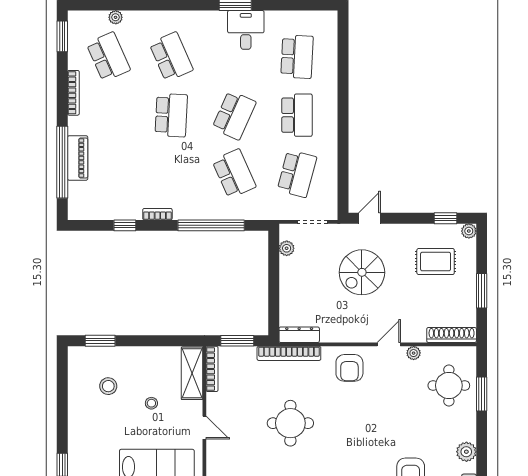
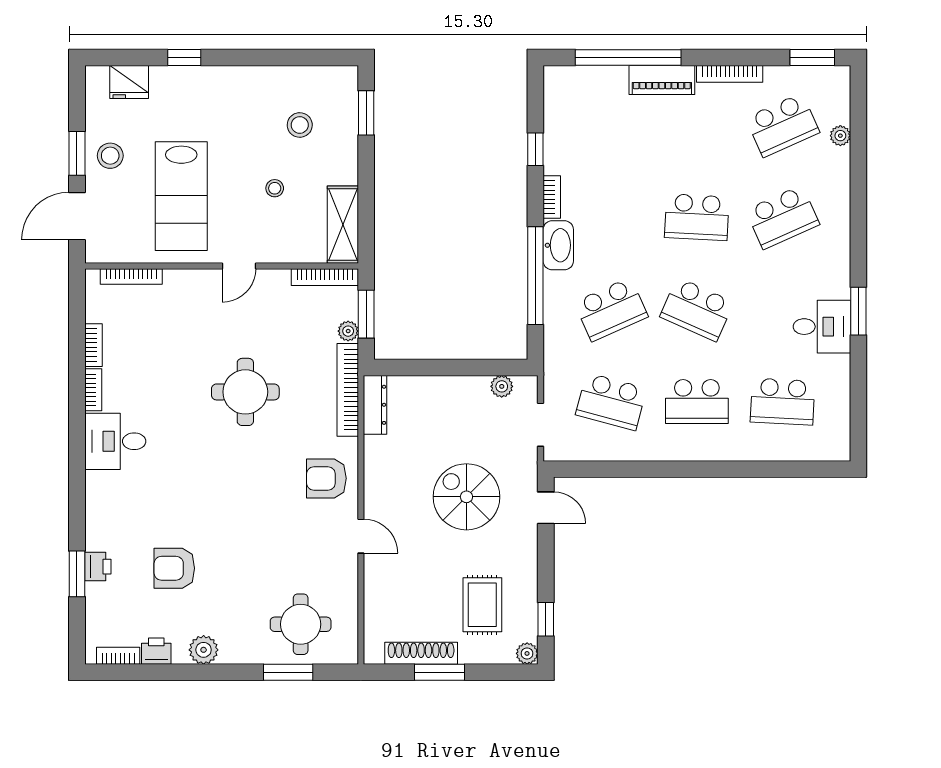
piano: (78, 158) -> (662, 80), moved
washbasin: (190, 210) -> (558, 245), added
shoe rack: (452, 335) -> (421, 653), moved, turned -90
plant: (414, 353) -> (348, 331), moved
shelving: (192, 373) -> (343, 225), moved, turned 90

